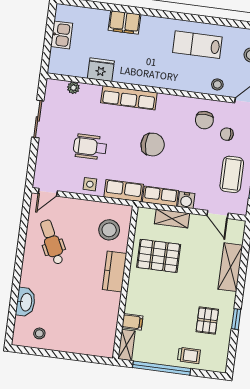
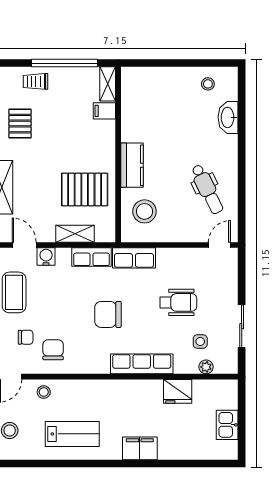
filing cabinet: (125, 22) -> (140, 448), moved
side table: (90, 184) -> (200, 342), moved
water cooler: (186, 200) -> (46, 257), moved

